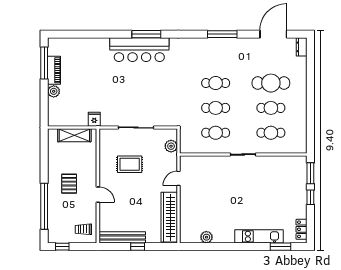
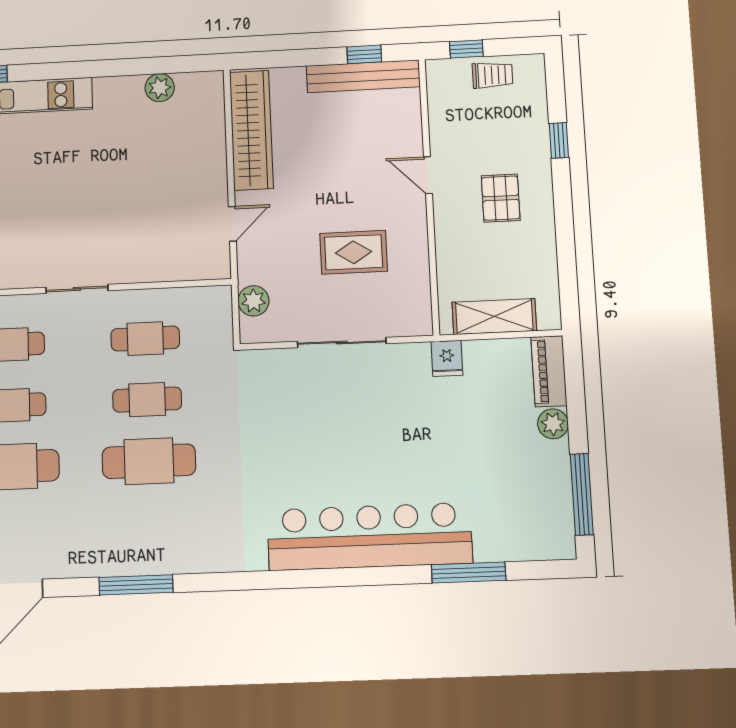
window: (146, 34) -> (469, 573), moved
bar counter: (139, 50) -> (369, 537), width x1.36
piano: (54, 70) -> (549, 371), moved
cafe table: (216, 83) -> (149, 461), width x1.37, depth x1.35
window: (44, 206) -> (559, 140), width x0.32
trolley: (83, 229) -> (492, 75), moved
window: (62, 247) -> (466, 49), moved
window: (138, 247) -> (364, 54), moved

